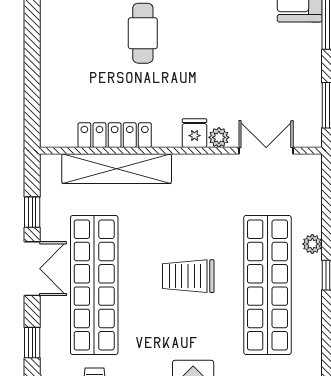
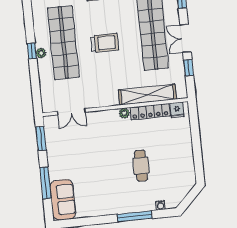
fridge: (195, 133) -> (177, 110), moved
plant: (219, 137) -> (124, 113), moved
plant: (312, 244) -> (41, 53), moved

